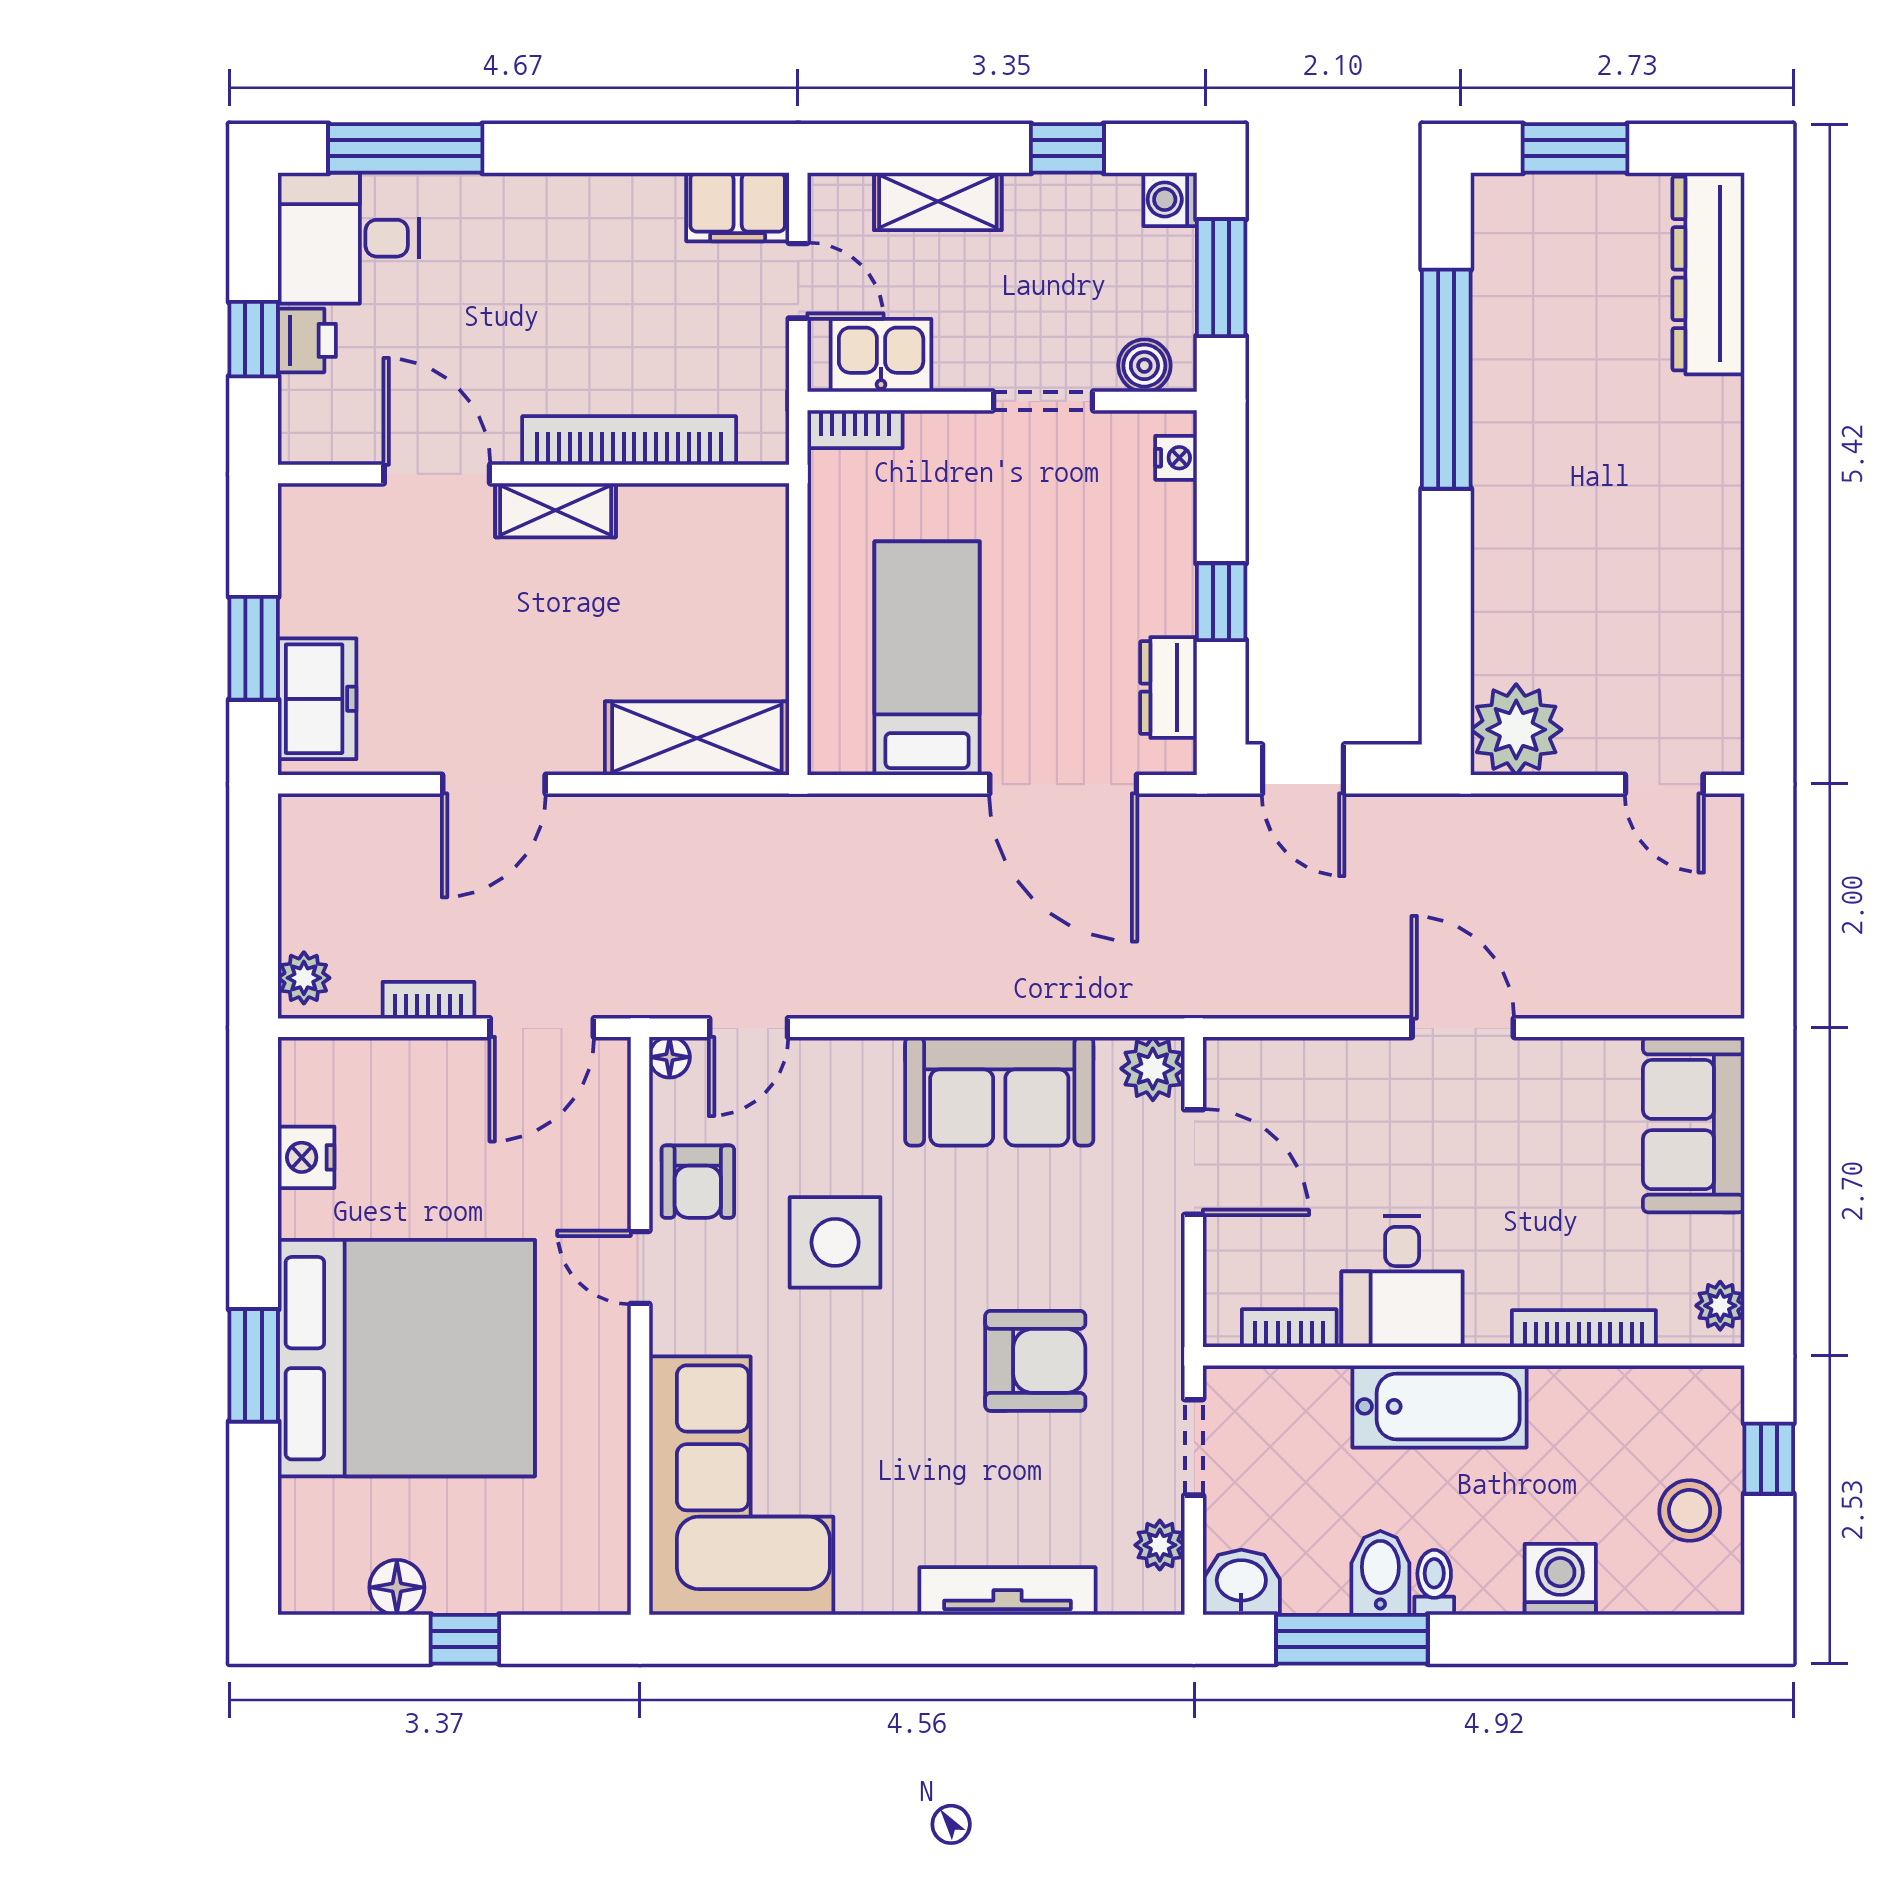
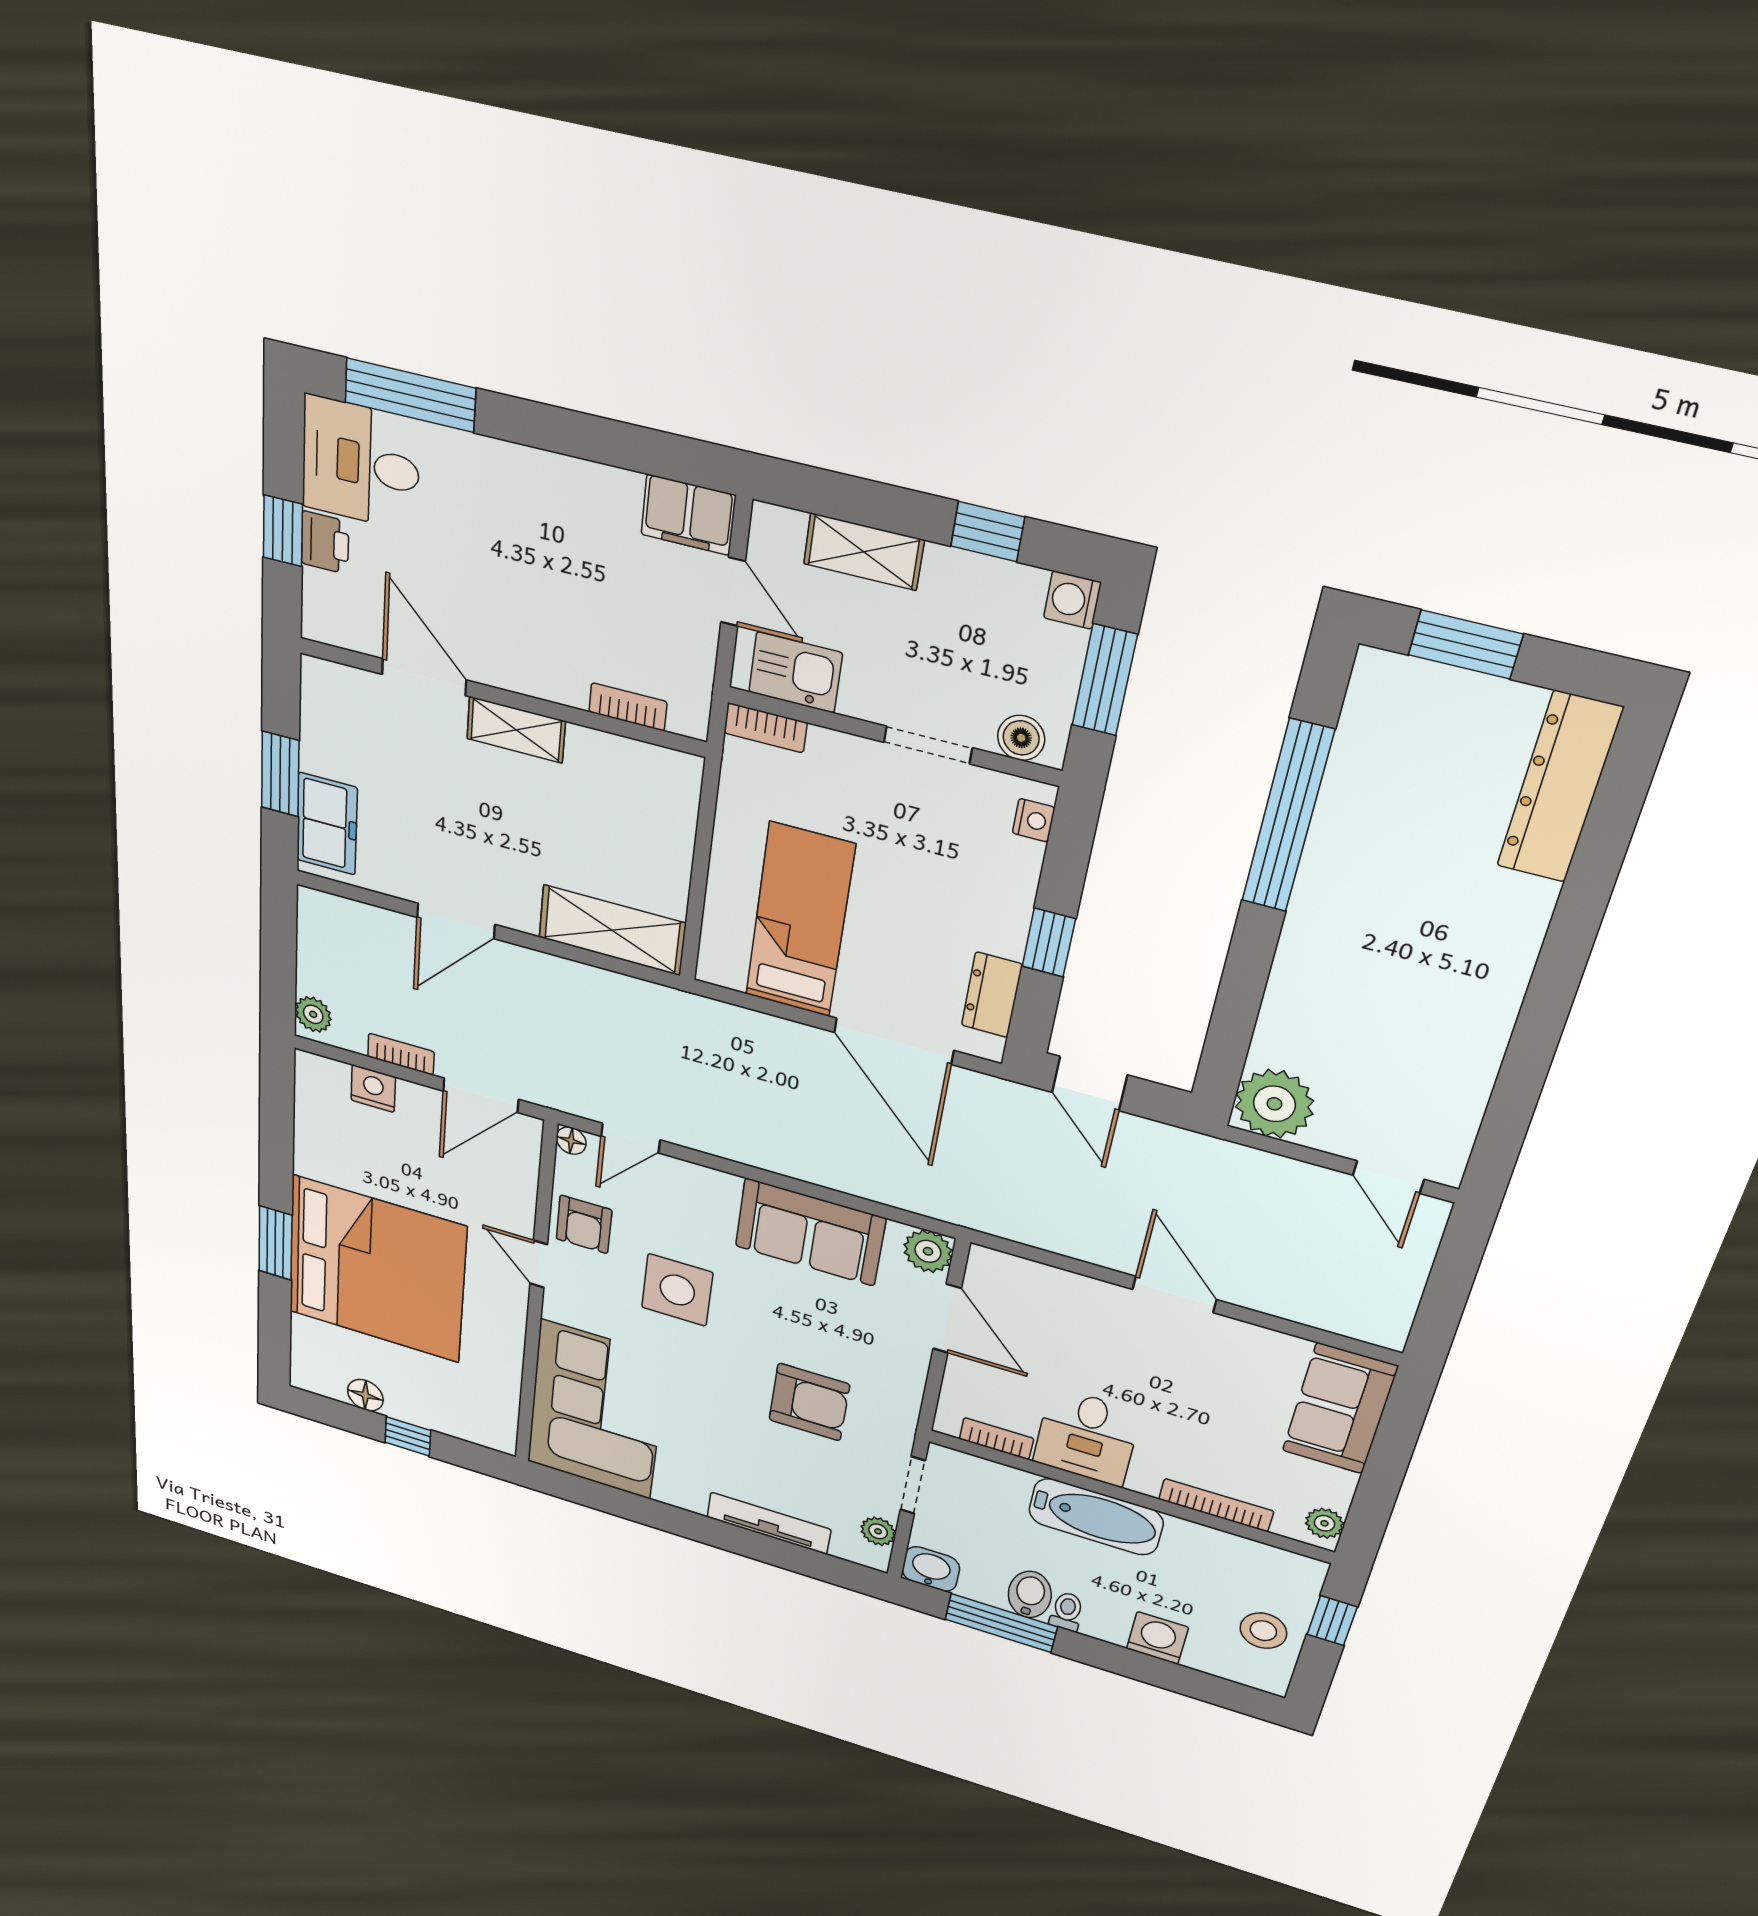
bookcase: (629, 441) -> (628, 707), width x0.43, depth x0.76
nightstand: (306, 1157) -> (373, 1089), moved, turned 90

